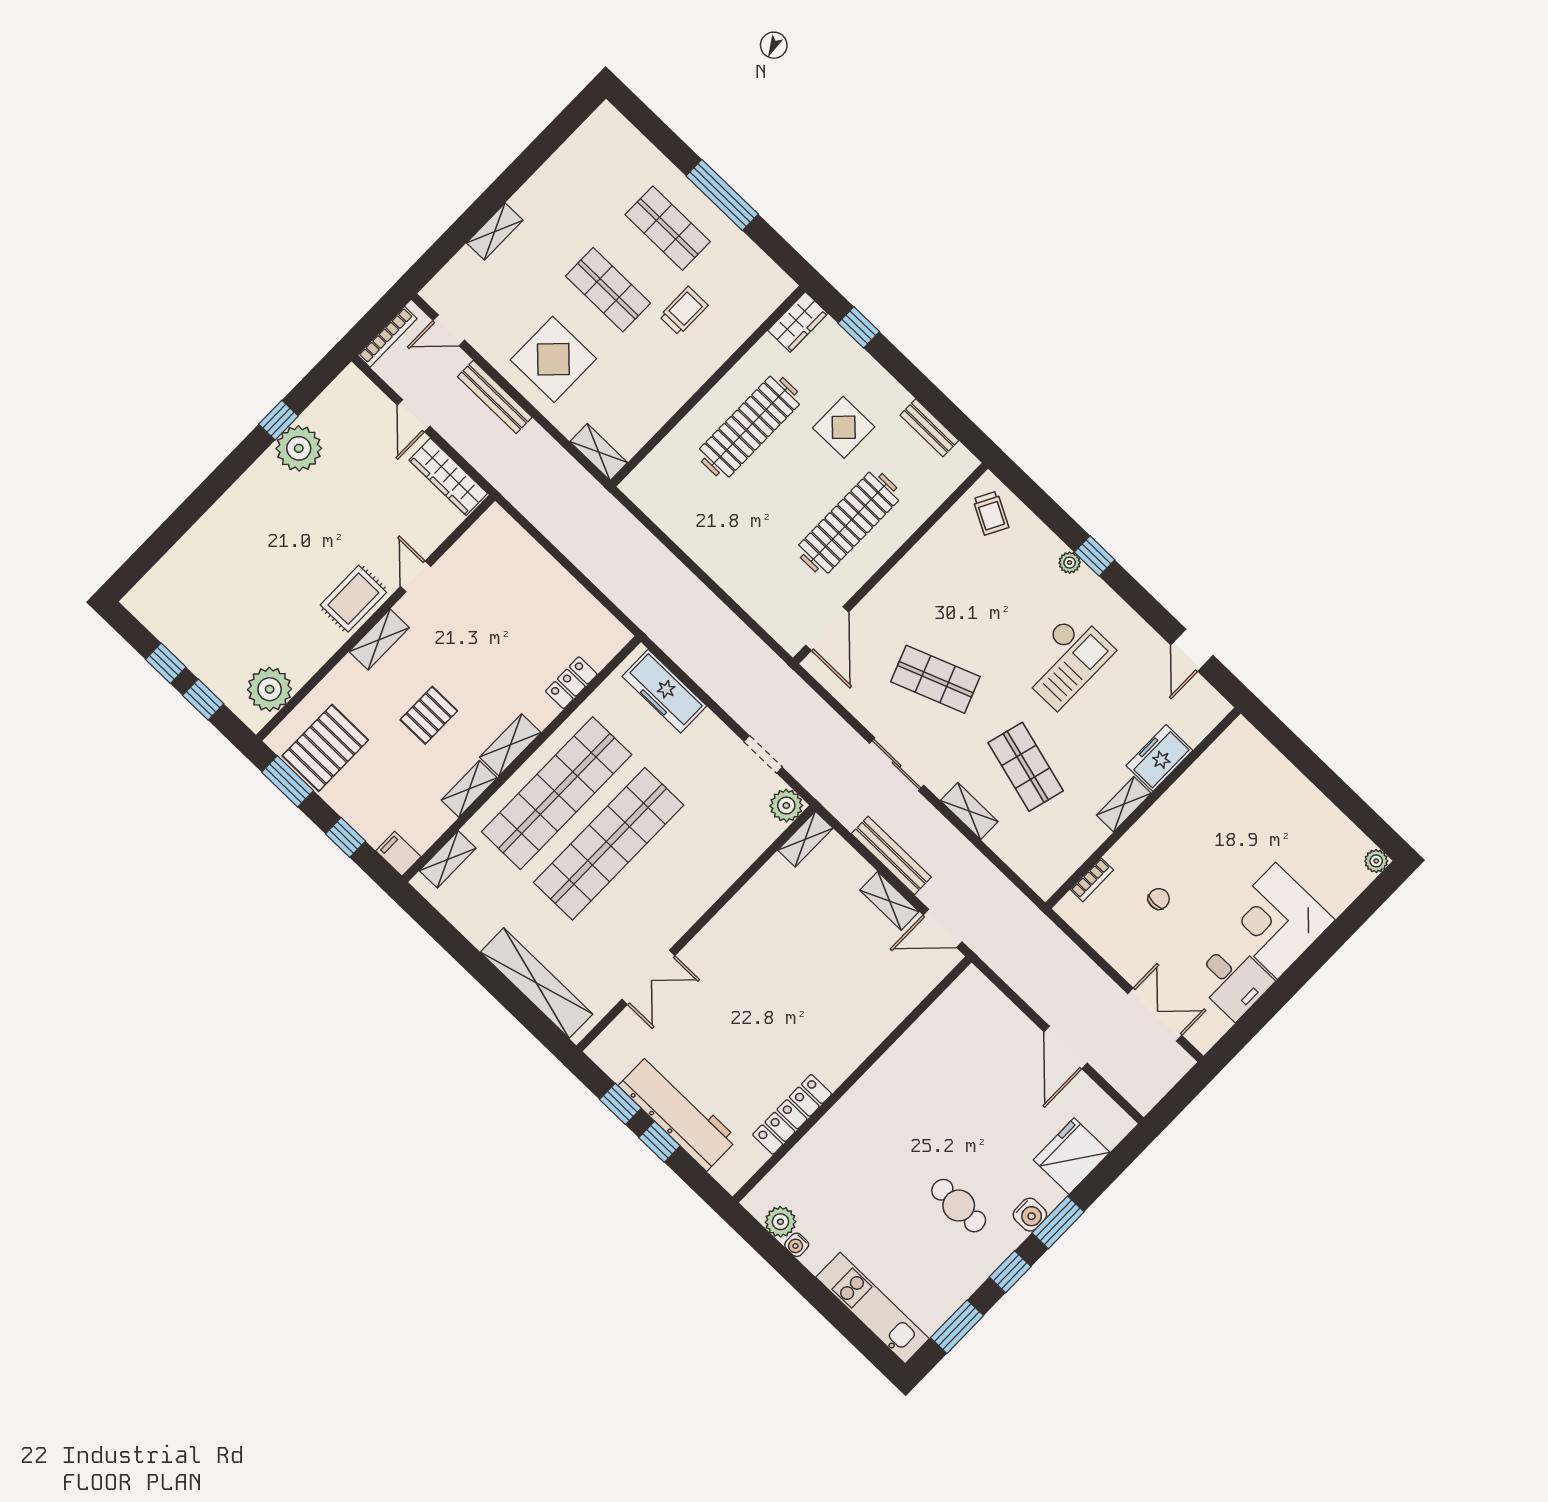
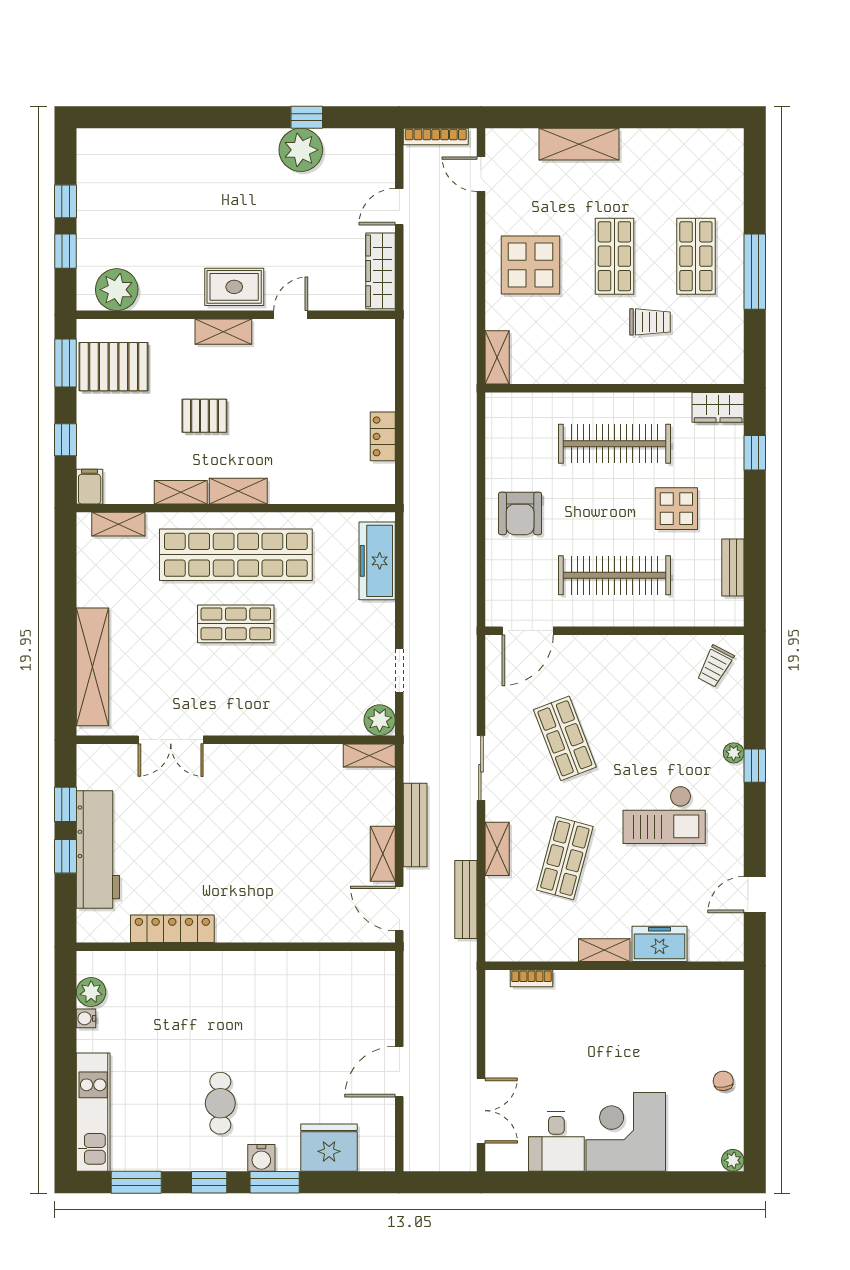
shelving: (495, 232) -> (579, 144), width x1.50, depth x1.33
bench: (495, 397) -> (466, 900), moved
armchair: (733, 549) -> (520, 513), added
locker: (571, 683) -> (383, 436), moved, turned -90
shop shelf: (609, 844) -> (236, 624), width x0.50, depth x0.74
chair: (1159, 899) -> (723, 1081), moved, turned -97

